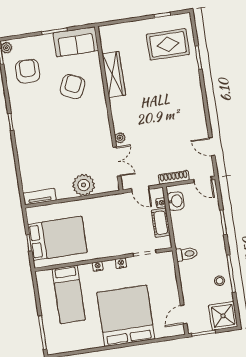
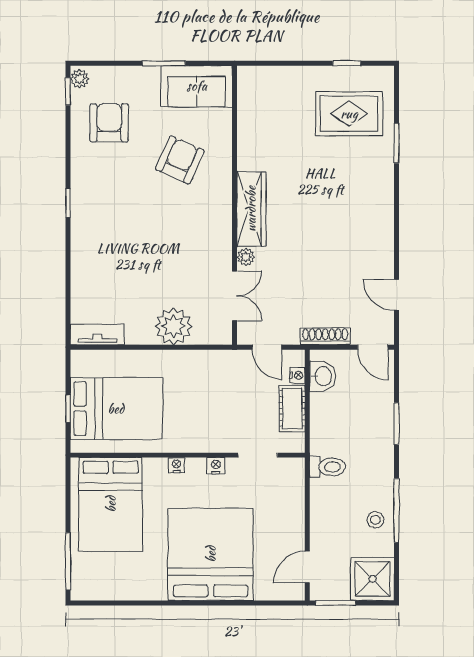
wardrobe: (114, 75) -> (251, 209), moved
bed: (69, 294) -> (111, 504), width x1.50

